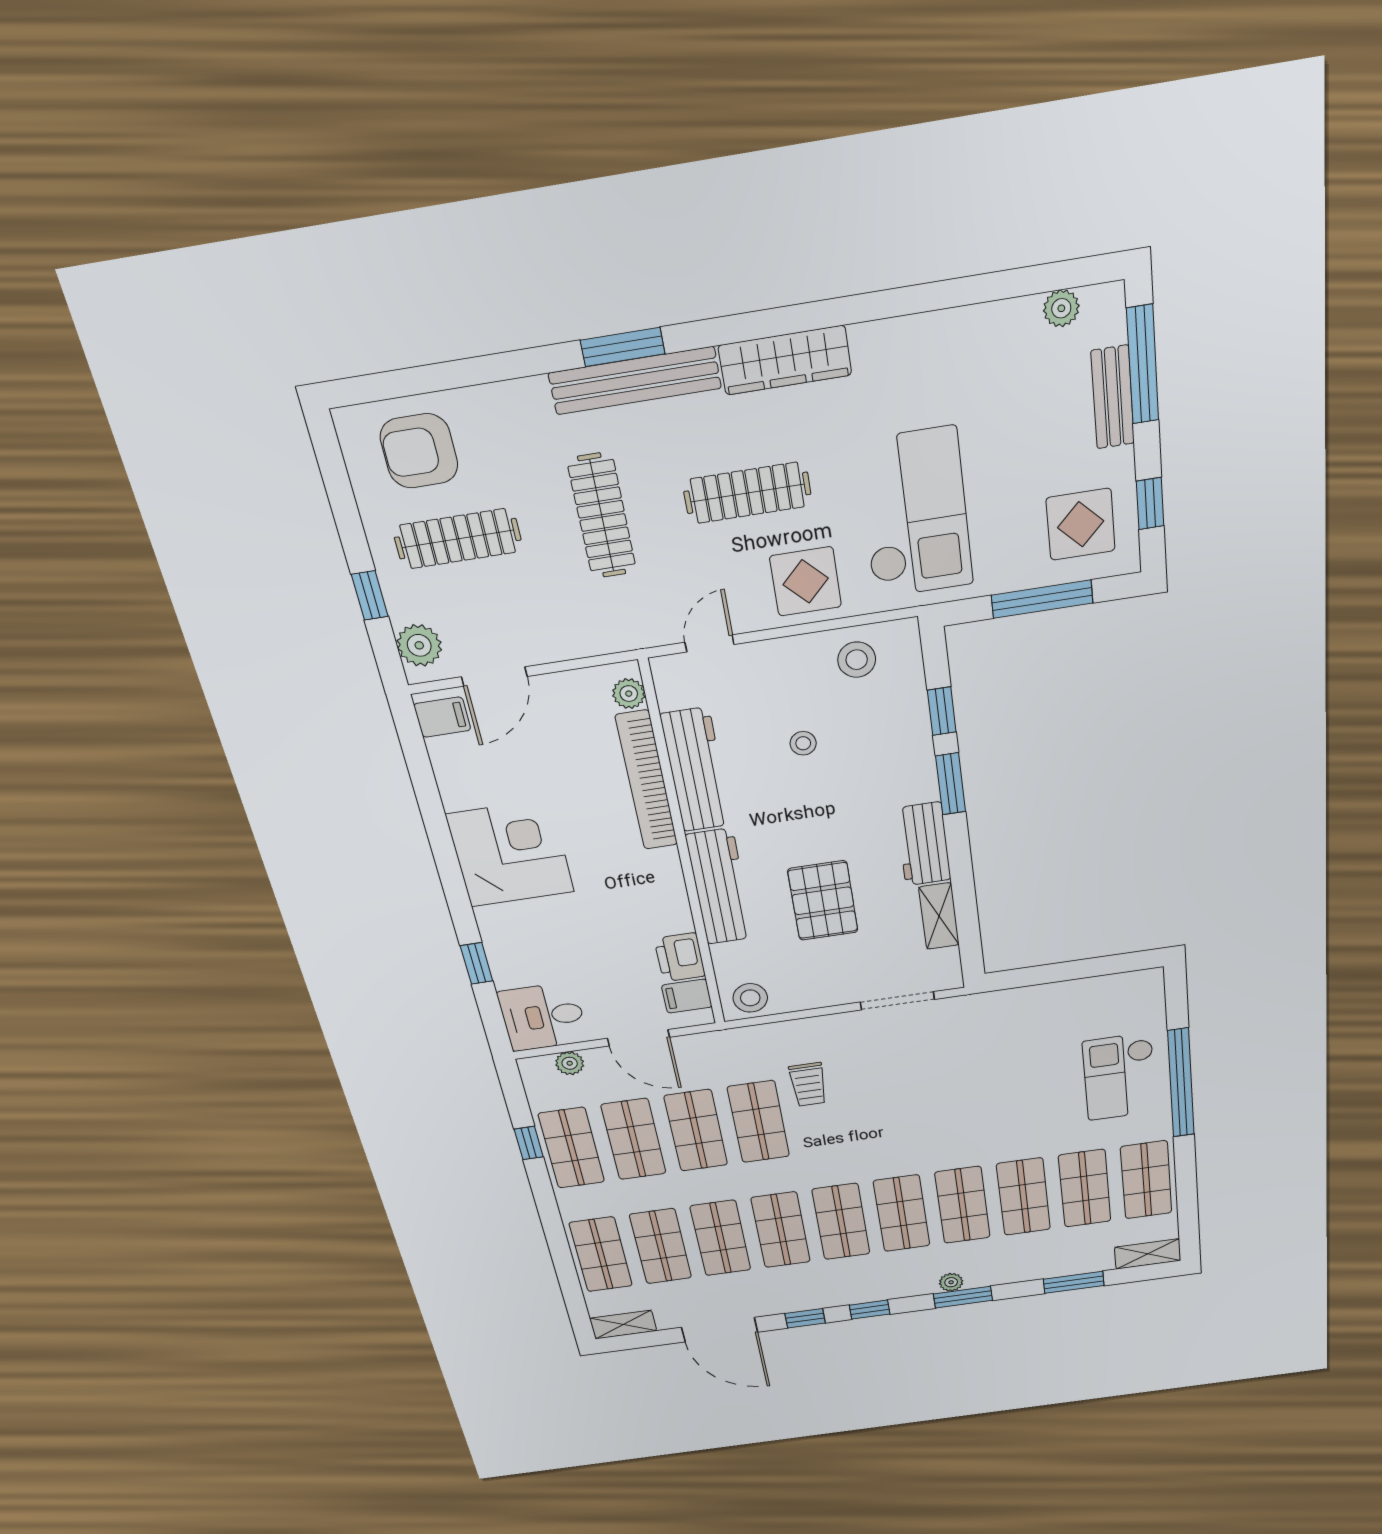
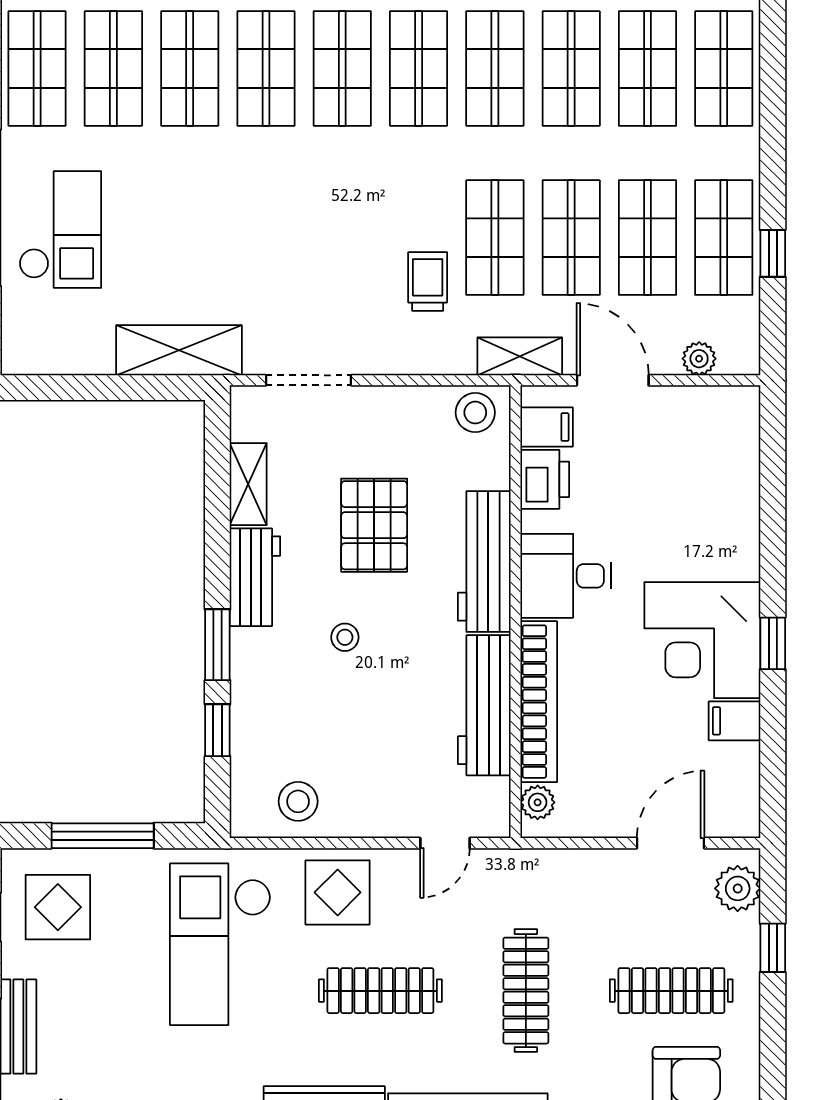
filing cabinet: (442, 717) -> (735, 721), moved
stool: (803, 743) -> (345, 637), moved
window: (477, 963) -> (773, 643), moved
shelving: (1011, 1007) -> (179, 350), added
desk: (543, 1017) -> (566, 576), moved, turned 180
shelving: (721, 1043) -> (520, 356), added

